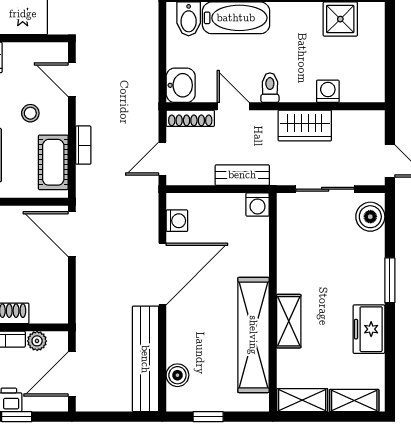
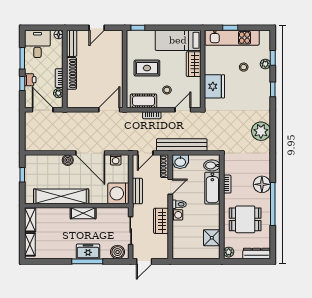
washing machine: (328, 91) -> (177, 215), moved
door: (162, 159) -> (145, 153), swing flipped
washing machine: (258, 205) -> (118, 193), width x1.89, depth x1.89
window: (390, 280) -> (87, 261), width x1.44
shelving: (289, 321) -> (83, 213), moved
freezer: (369, 329) -> (88, 251), moved
bench: (145, 359) -> (182, 145), moved
boiler: (177, 375) -> (68, 160), moved

